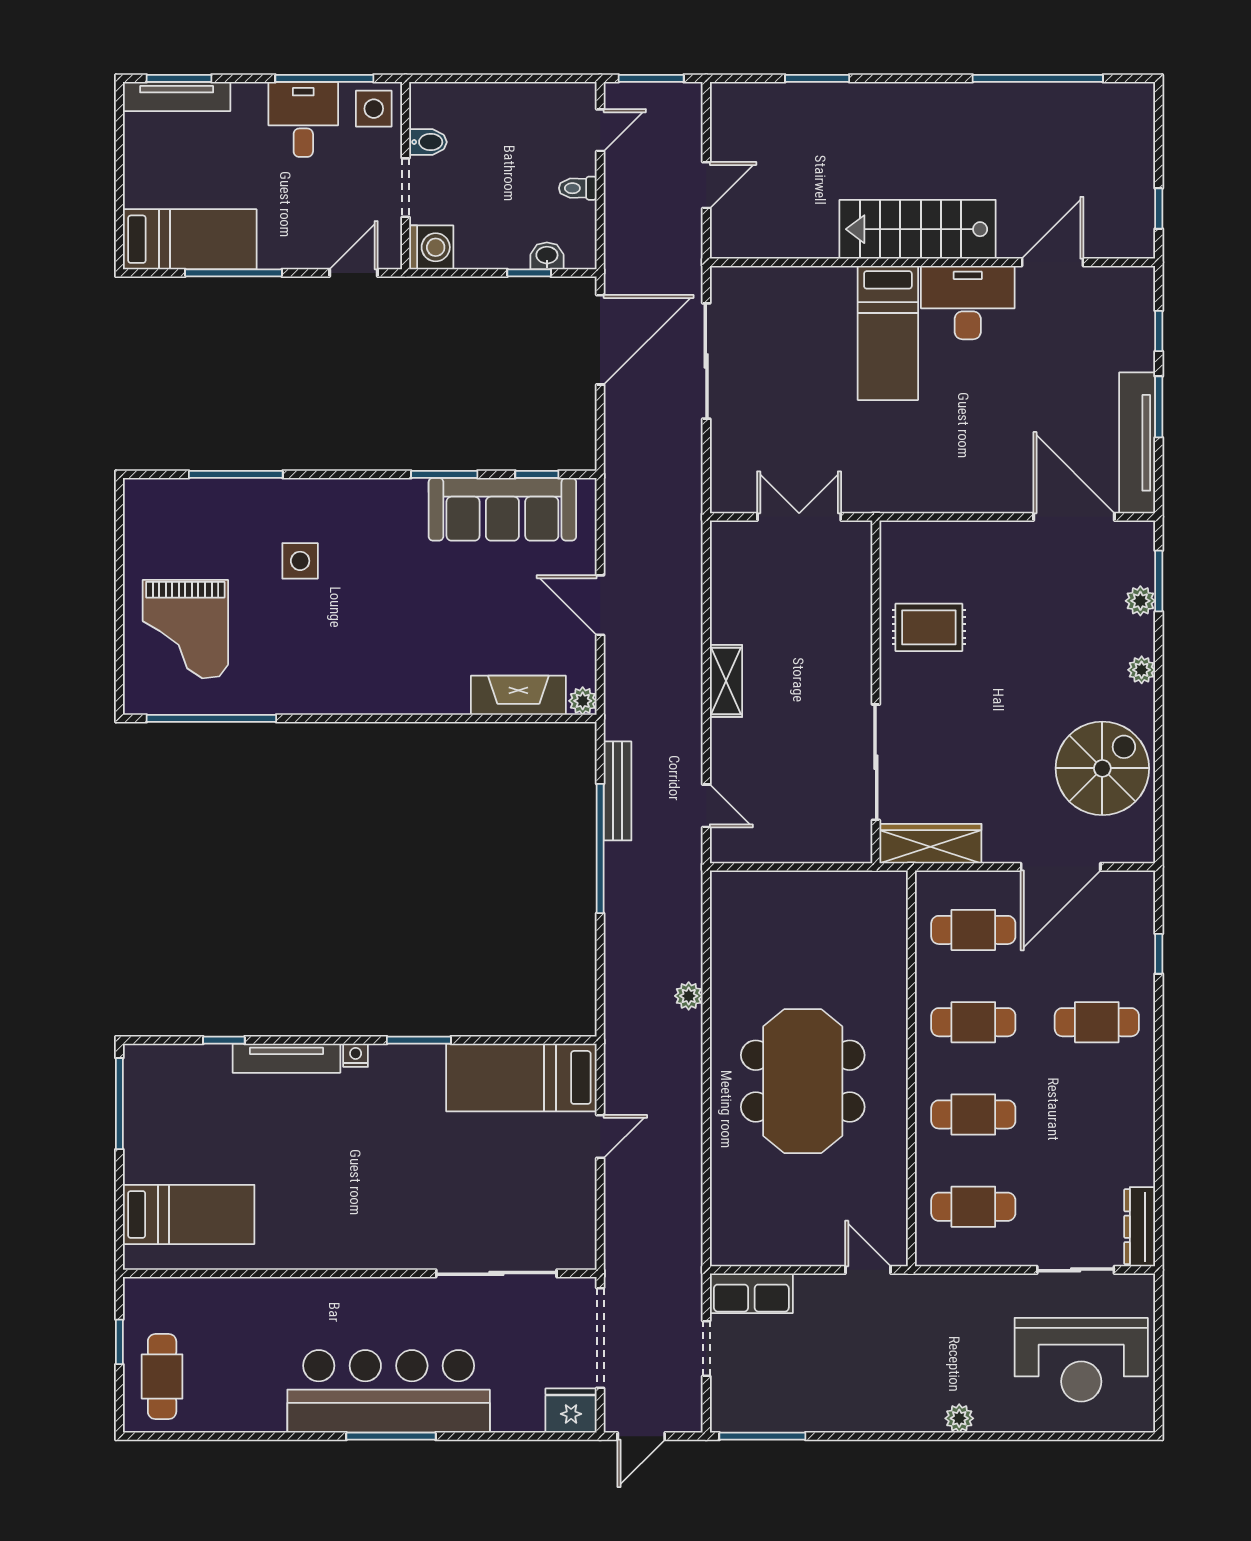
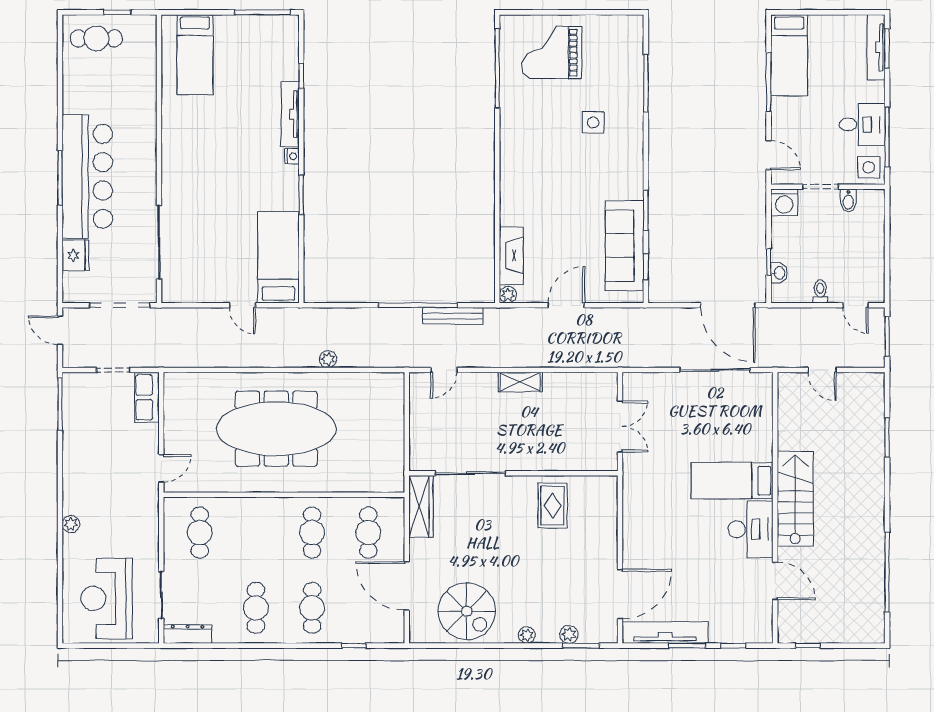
meeting table: (803, 1081) -> (276, 429), width x1.36
cafe table: (973, 1114) -> (256, 608), moved
fridge: (571, 1410) -> (76, 255), moved

